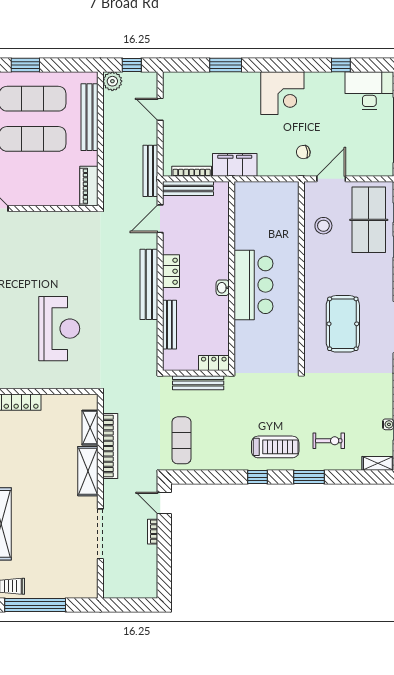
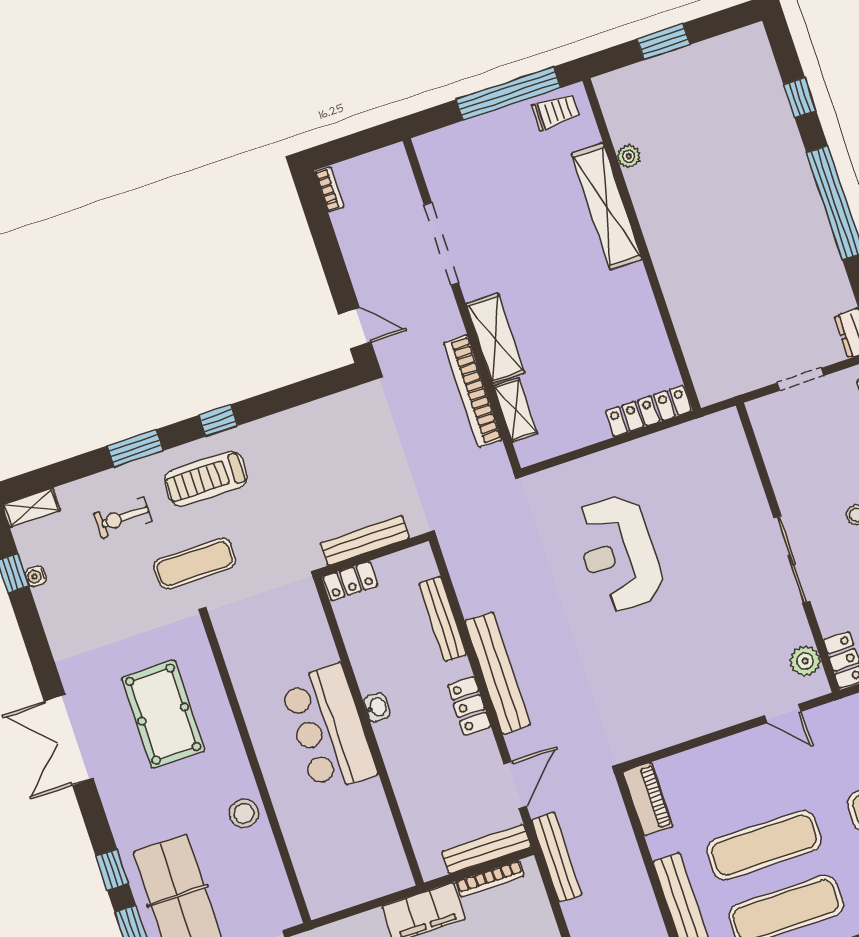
stool: (323, 226) -> (244, 813), moved
exercise mat: (181, 440) -> (195, 564), moved, turned 90
bookcase: (153, 532) -> (329, 189), moved

